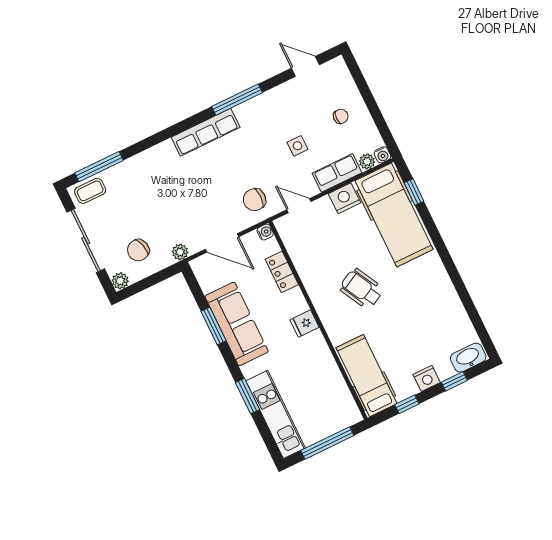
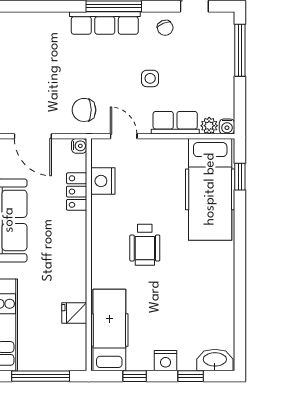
window: (362, 85) -> (240, 50), added
chair: (341, 116) -> (165, 28), moved, turned 65
row of seats: (206, 132) -> (105, 23), moved
nightstand: (345, 198) -> (103, 181), moved, turned -90
wheelchair: (361, 289) -> (145, 245), turned -152
fridge: (305, 324) -> (74, 313), moved

